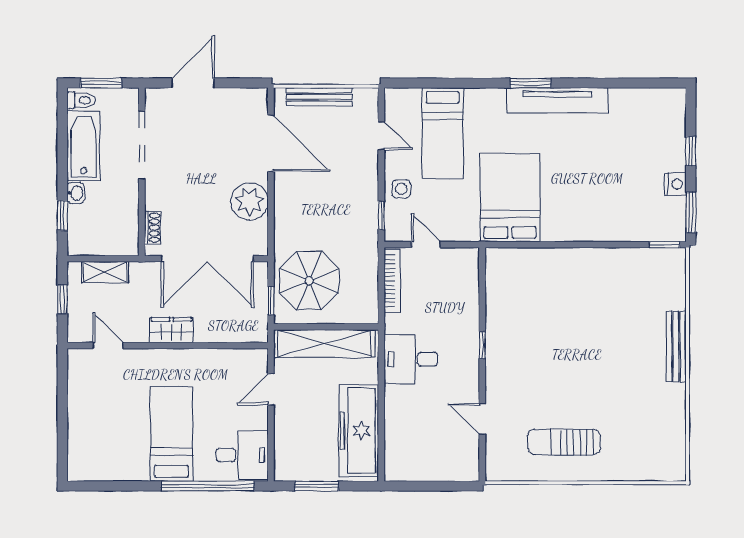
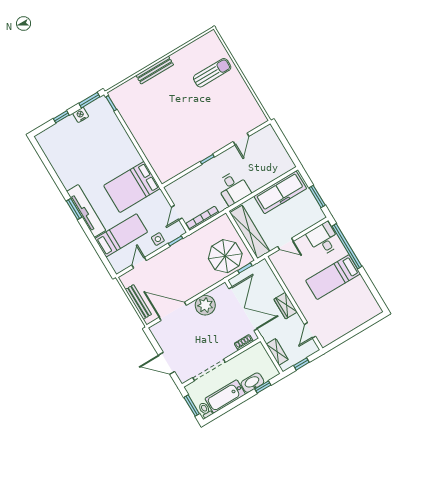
tv unit: (558, 101) -> (86, 211), moved
door: (271, 143) -> (173, 311), hinge flipped
washbasin: (76, 193) -> (252, 383), width x1.91, depth x1.45
sun lounger: (564, 442) -> (212, 73), moved, turned -90

